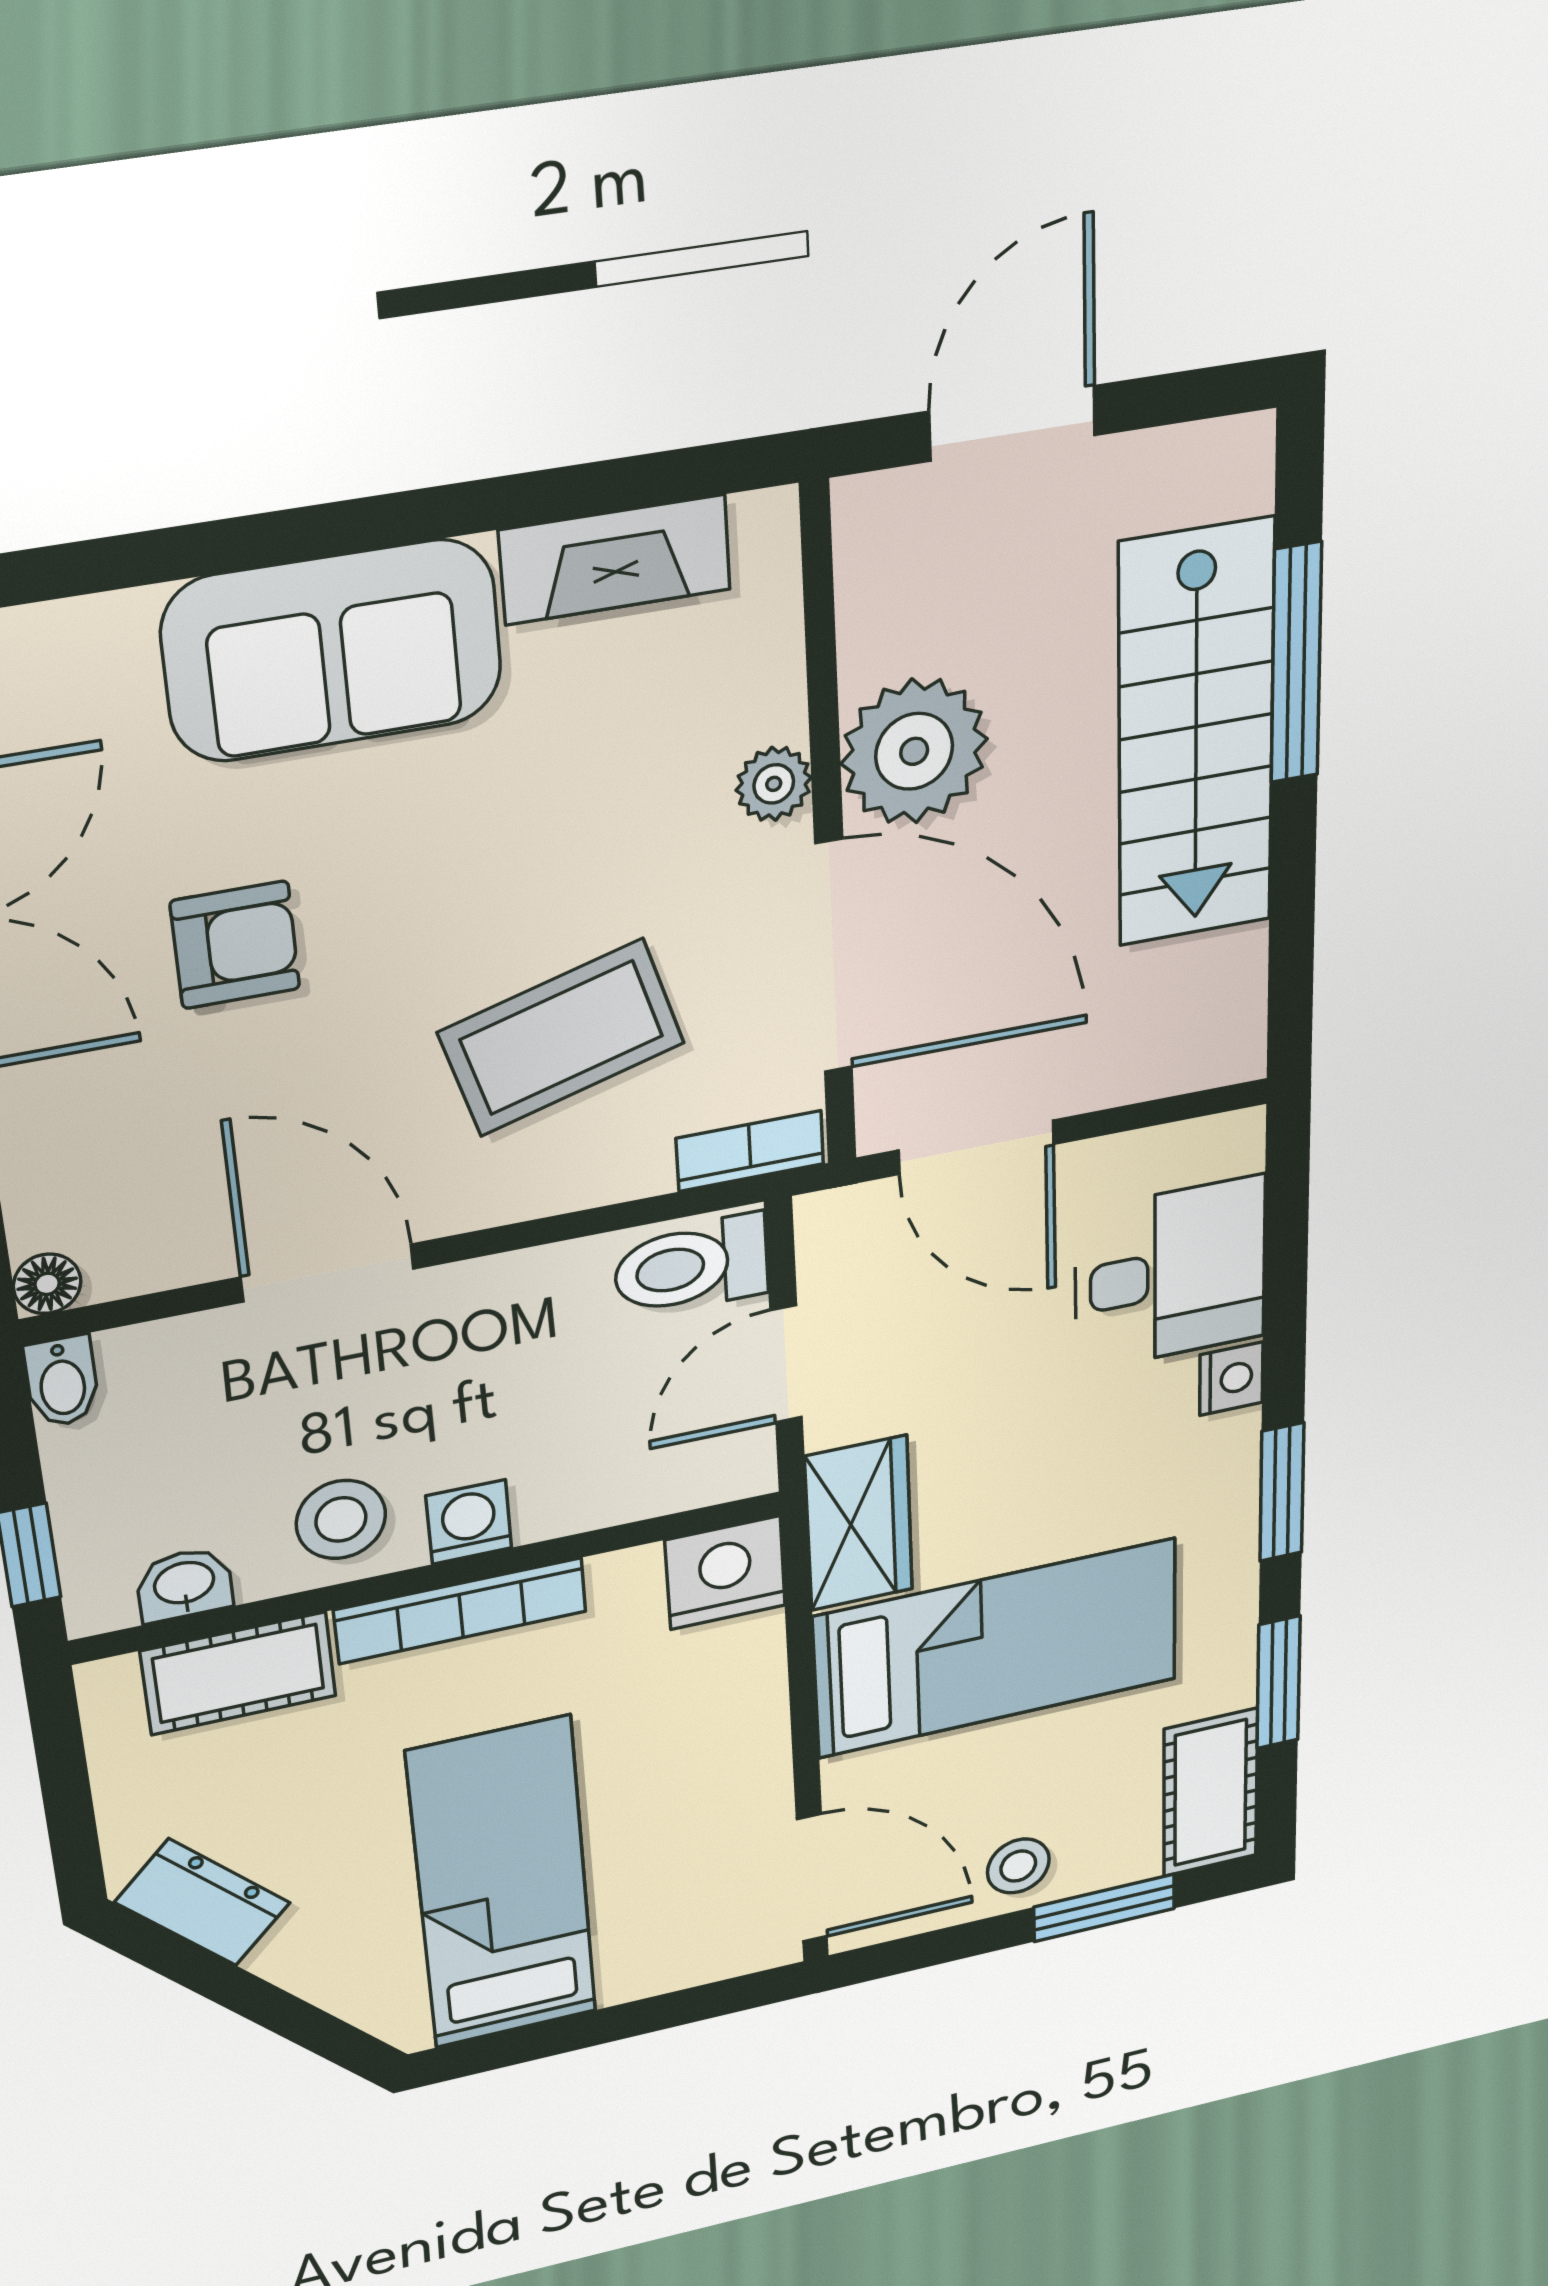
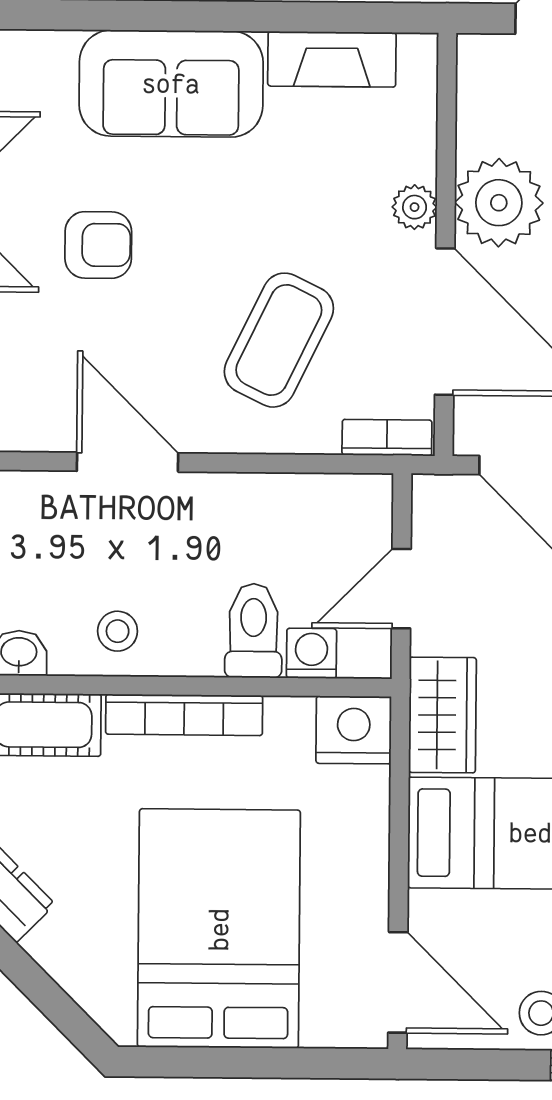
coffee table: (562, 1038) -> (279, 340), turned -48
toilet: (691, 1266) -> (254, 631), moved, turned 90
stool: (341, 1519) -> (118, 631), width x0.73, depth x0.73
washing machine: (469, 1522) -> (311, 653), moved
bed: (502, 1884) -> (219, 929), width x1.50

